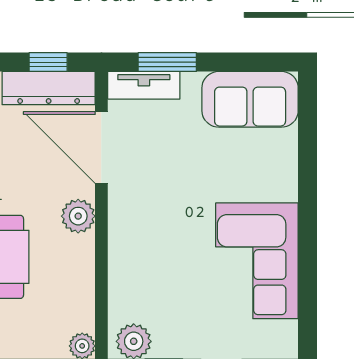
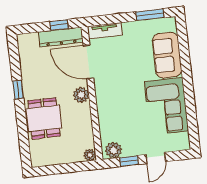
window: (167, 62) -> (150, 15), moved
sofa: (250, 99) -> (167, 55), moved, turned 90

